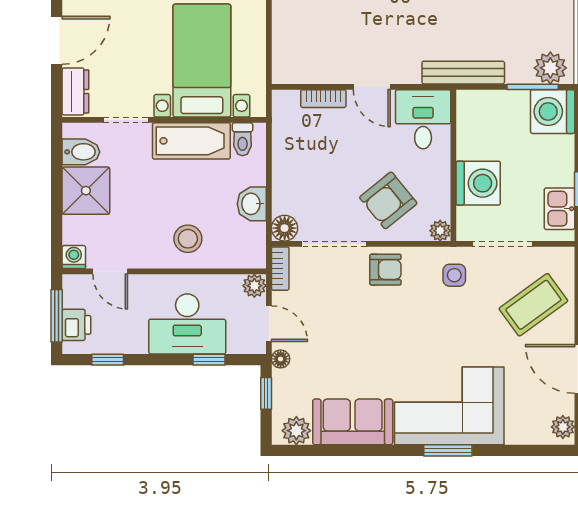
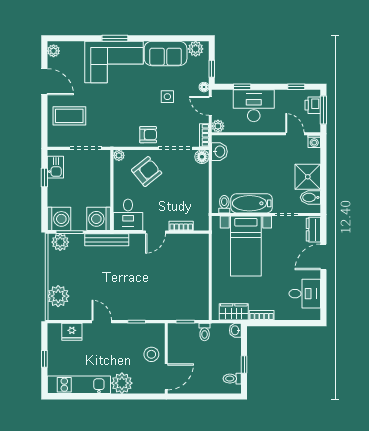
door: (372, 87) -> (155, 232), swing flipped
washing machine: (478, 183) -> (99, 219), moved
washbasin: (252, 204) -> (219, 152), moved
stool: (188, 239) -> (253, 151), removed
armchair: (385, 270) -> (148, 135), turned 180
side table: (454, 275) -> (167, 97), moved
coffee table: (533, 305) -> (69, 116), turned 36

